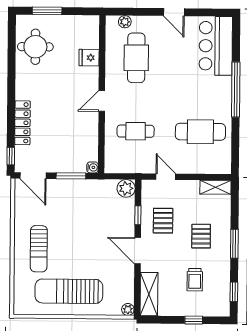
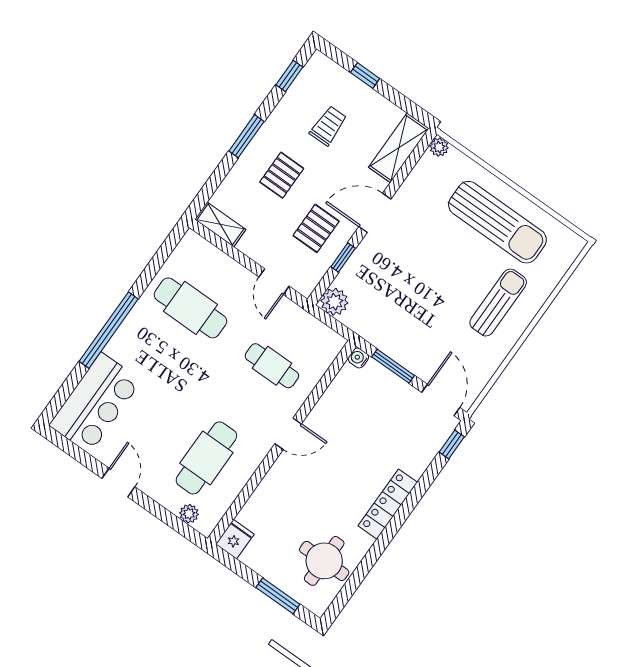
fridge: (89, 58) -> (235, 539), moved, turned -90
locker: (22, 123) -> (388, 504), moved
door: (138, 251) -> (375, 213), swing flipped

